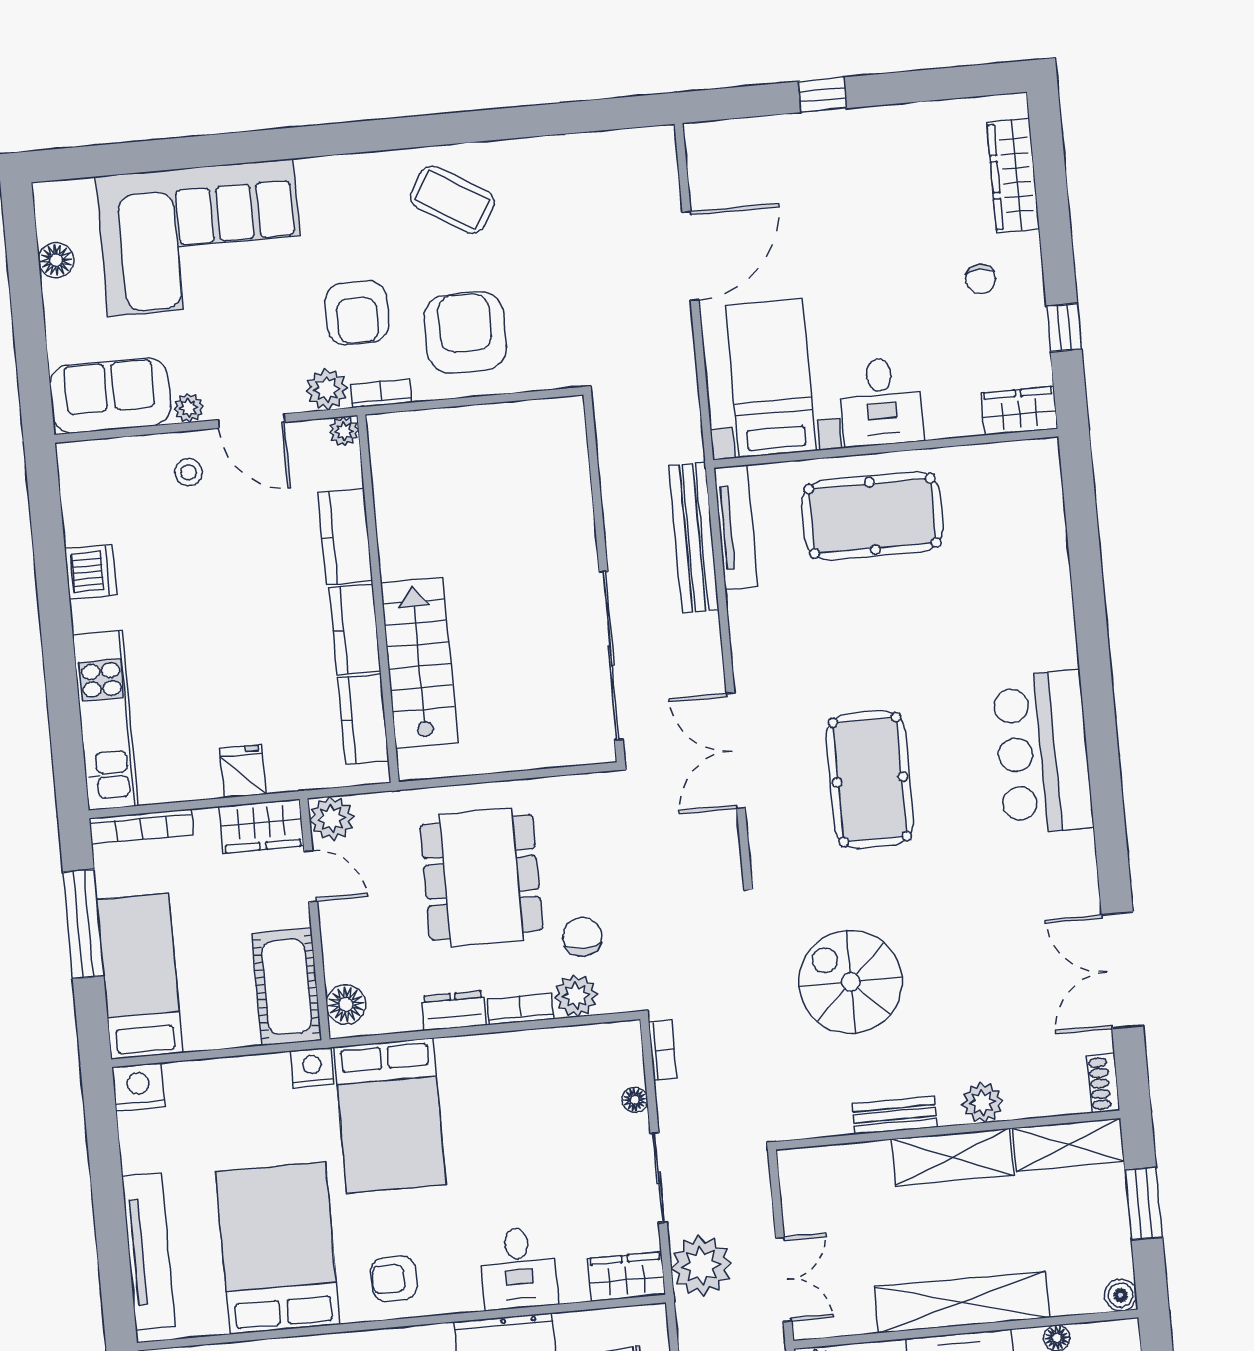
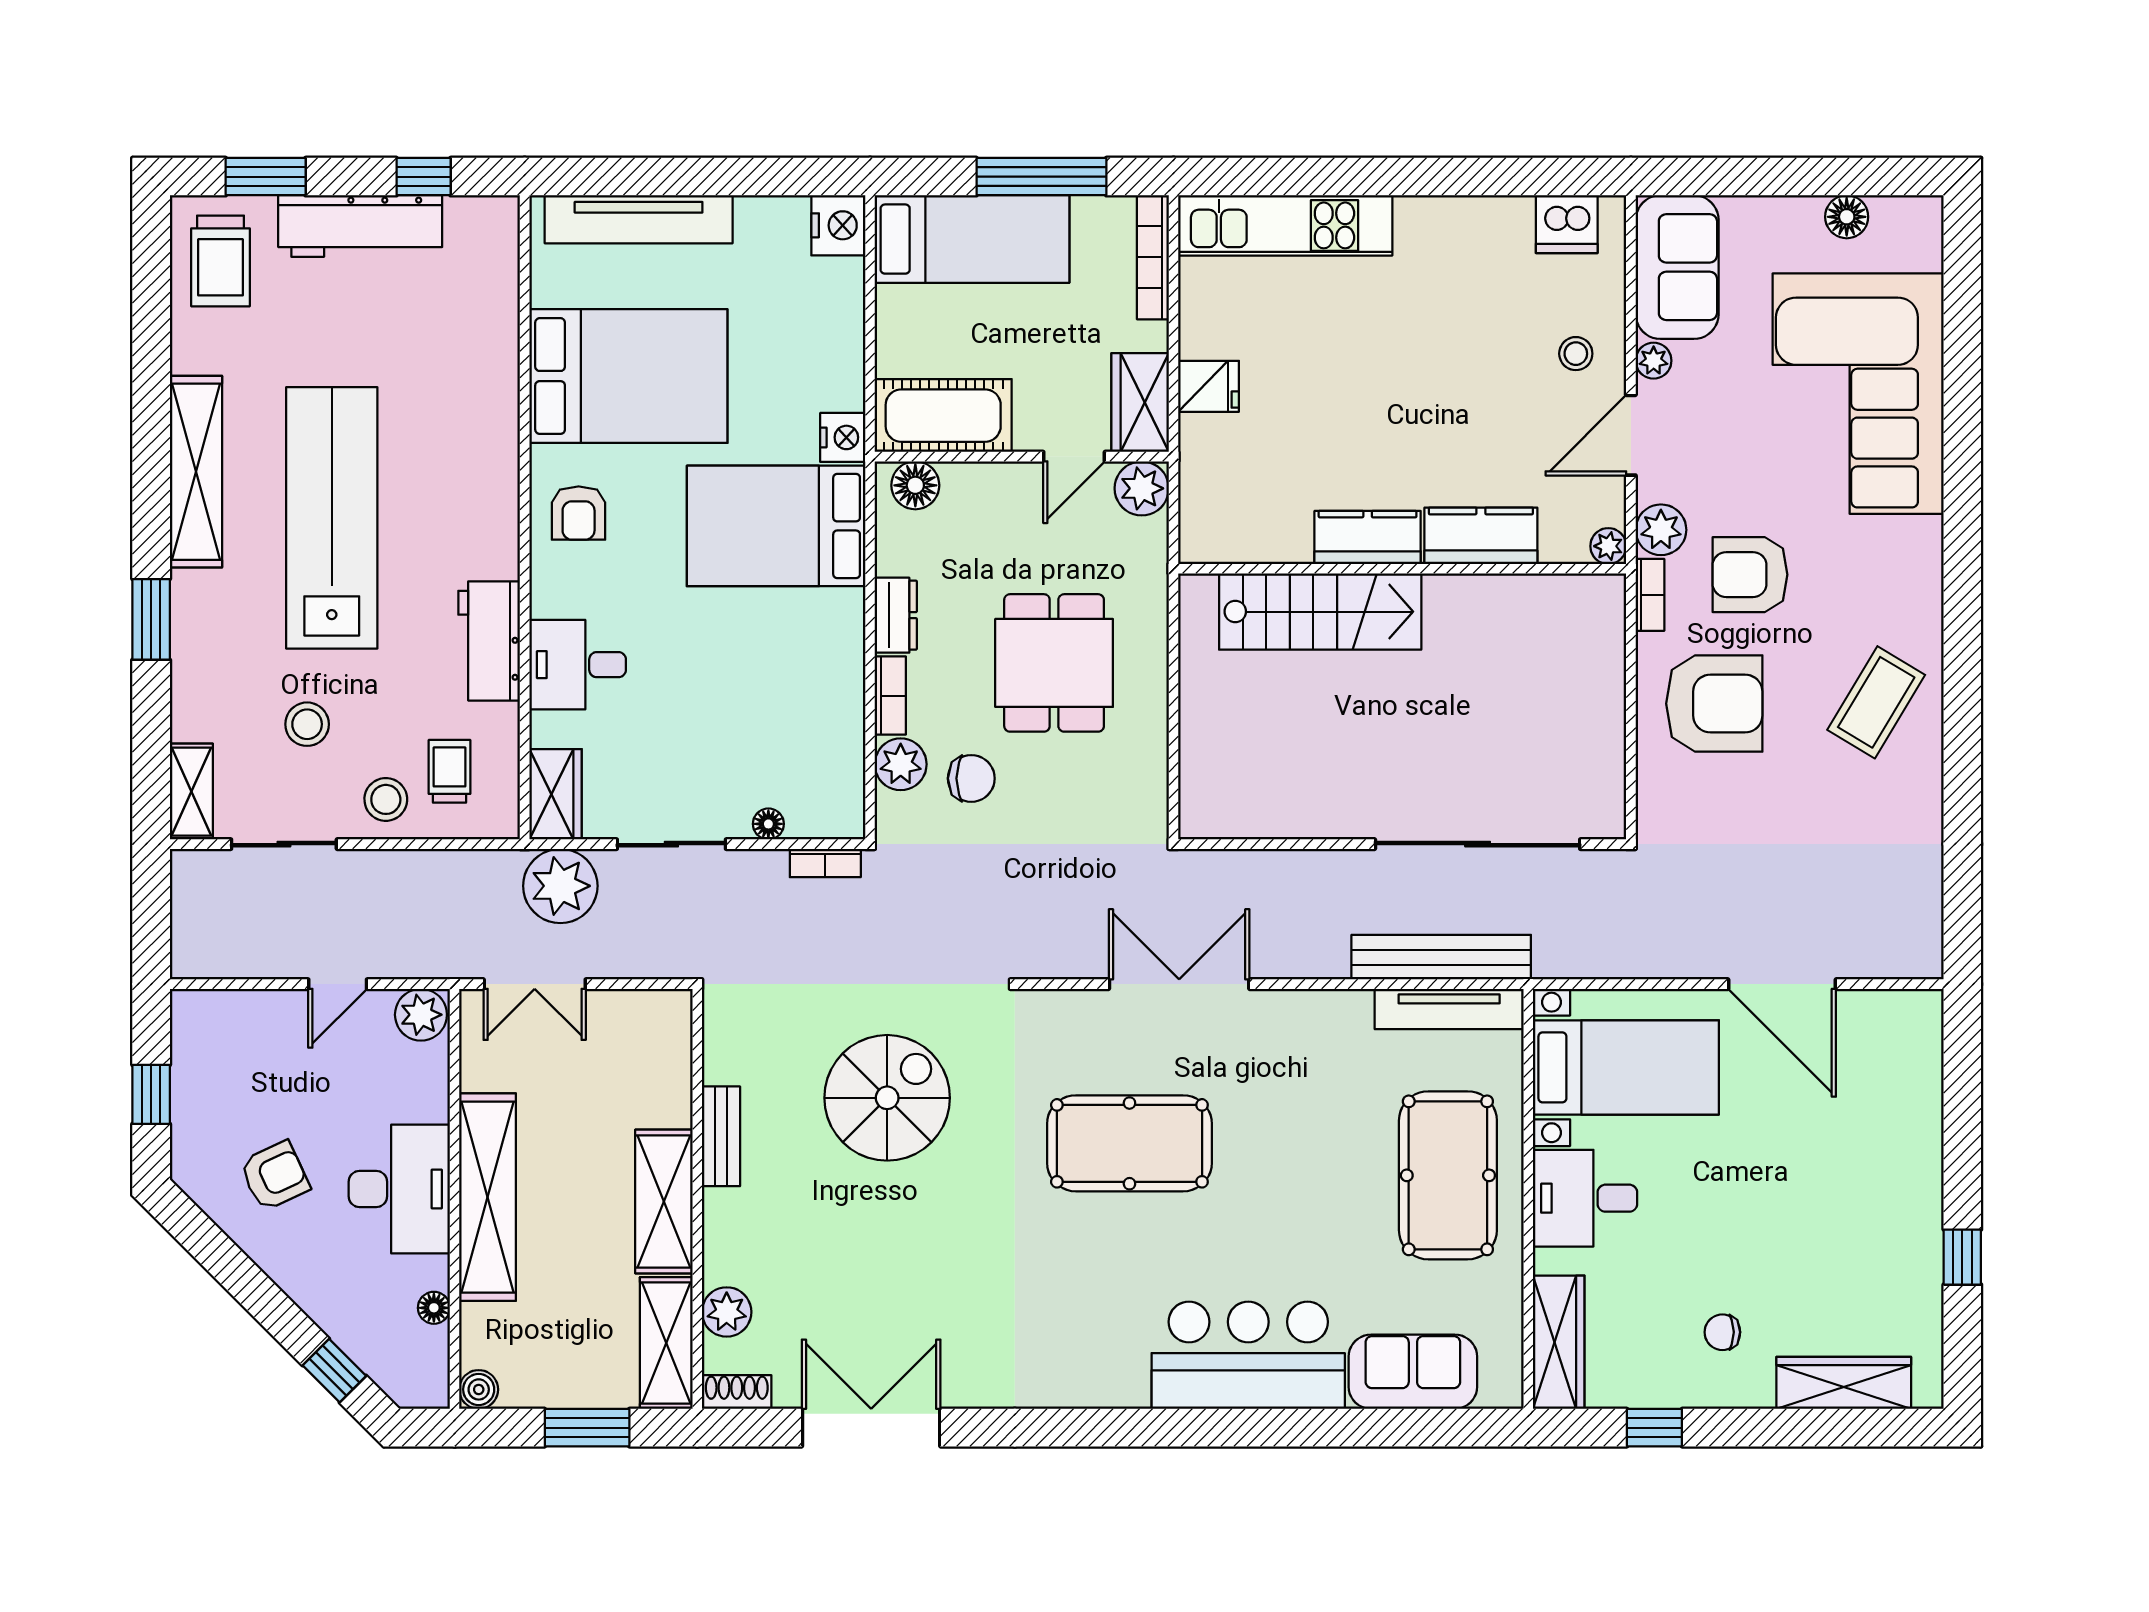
window: (822, 95) -> (1962, 1257), moved
wardrobe: (1019, 411) -> (1559, 1342), width x1.50
sofa: (1036, 530) -> (1413, 1372), added
dishwasher: (91, 572) -> (1567, 224), moved
sliding door: (611, 656) -> (1478, 844), moved
kitchen counter: (363, 719) -> (1258, 538), removed
bar counter: (1043, 752) -> (1248, 1355), moved
dining table: (481, 877) -> (1054, 663), width x0.73
plant: (983, 1103) -> (727, 1312), moved
armchair: (394, 1279) -> (579, 513), turned 180

